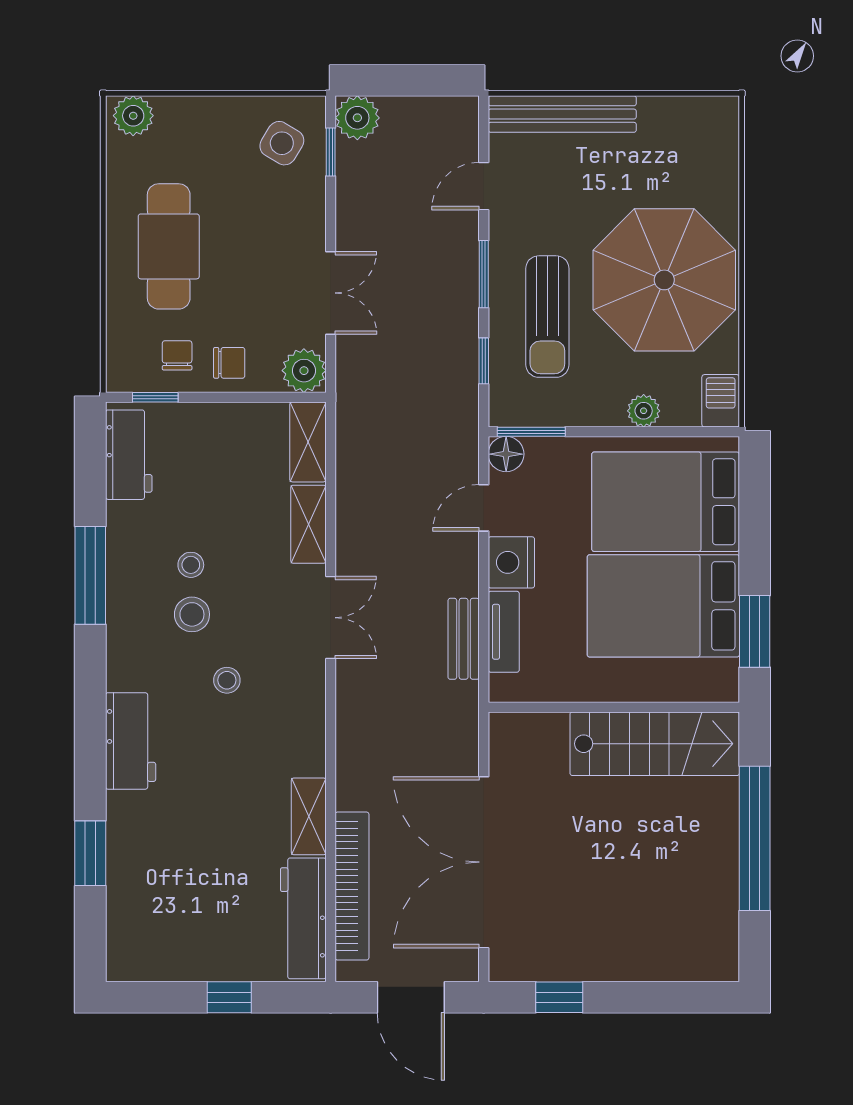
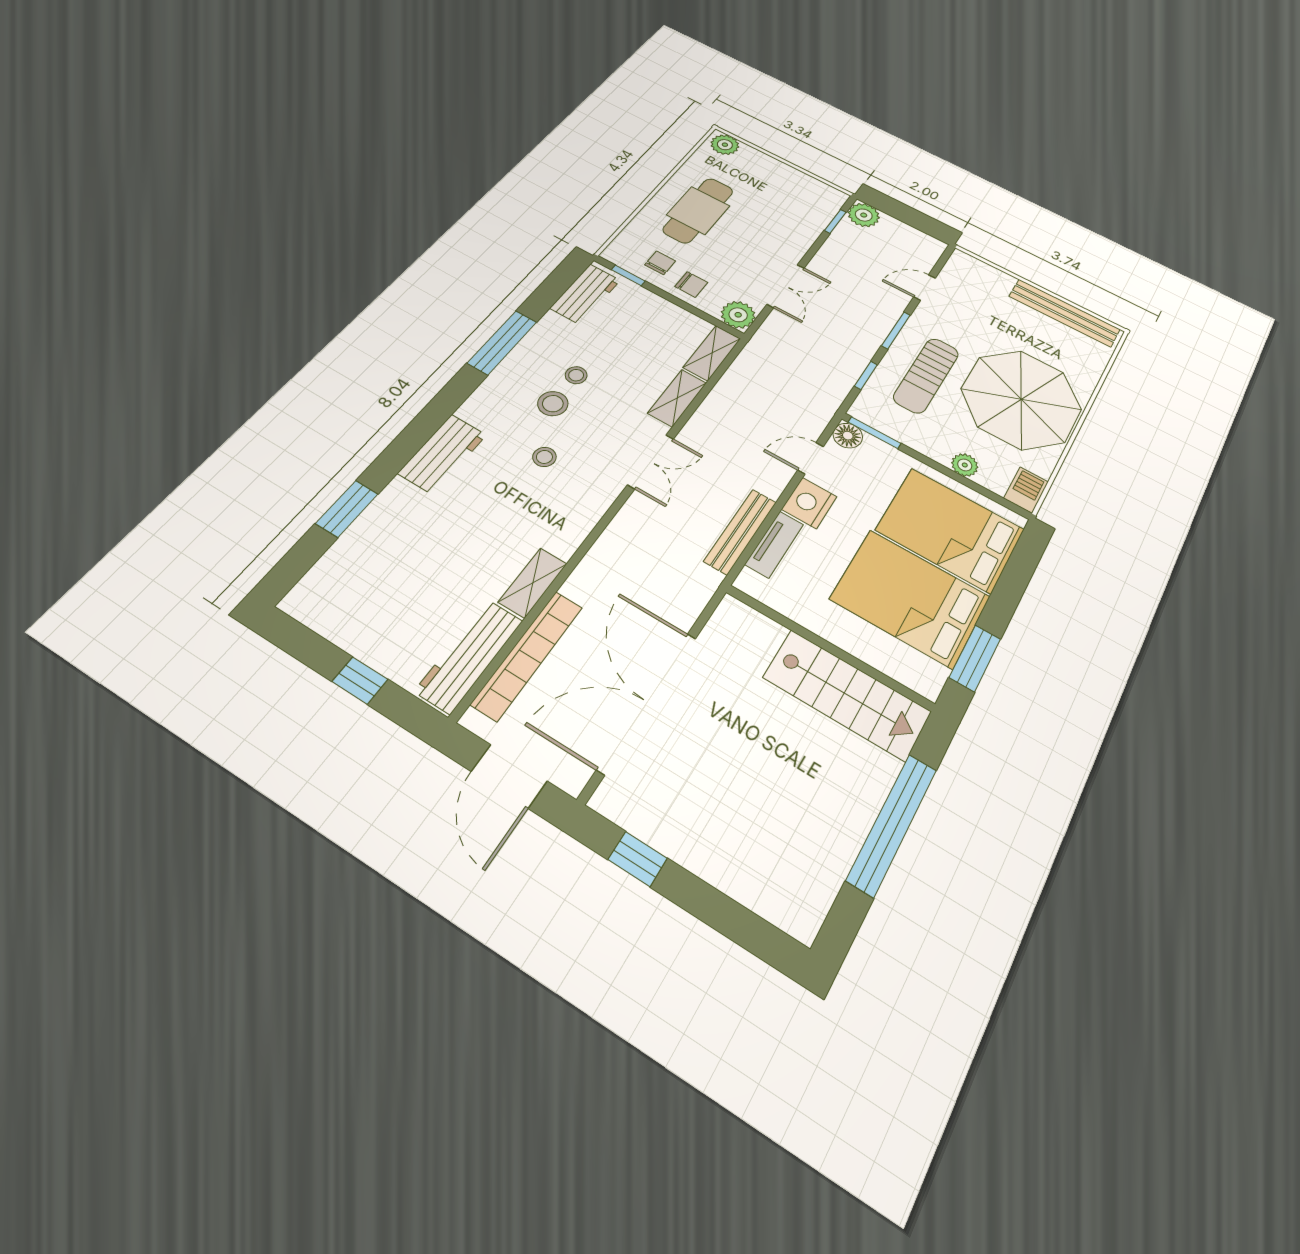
bench: (562, 114) -> (1064, 313), moved
side table: (282, 143) -> (807, 202), removed
bench: (464, 639) -> (740, 532), width x1.36

